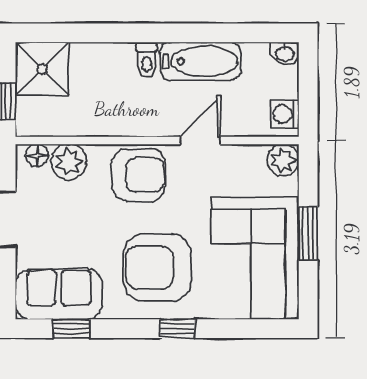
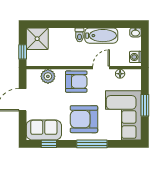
floor lamp: (37, 155) -> (120, 74), moved
plant: (283, 160) -> (135, 76), removed
window: (177, 329) -> (92, 144), width x2.17

